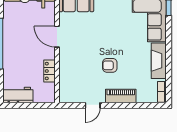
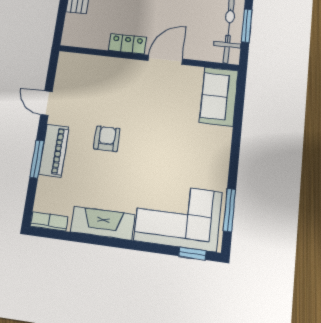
locker: (50, 71) -> (128, 44), moved
window: (127, 105) -> (37, 159), added

